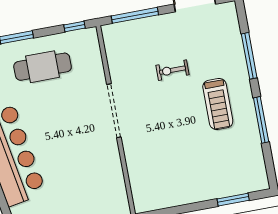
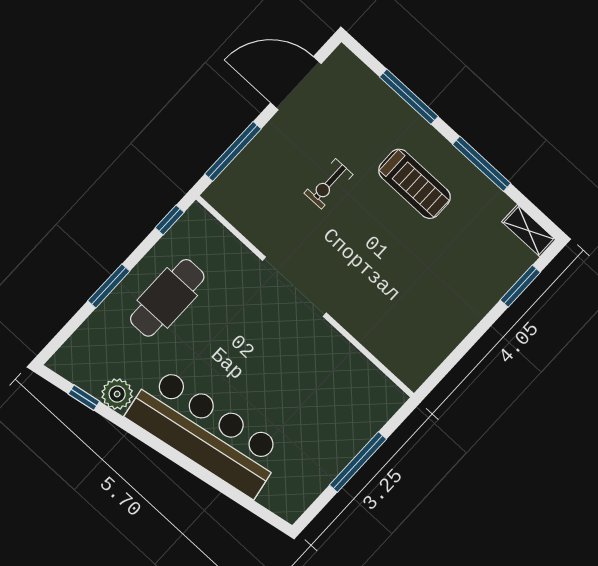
shelving: (260, 174) -> (529, 231), added

